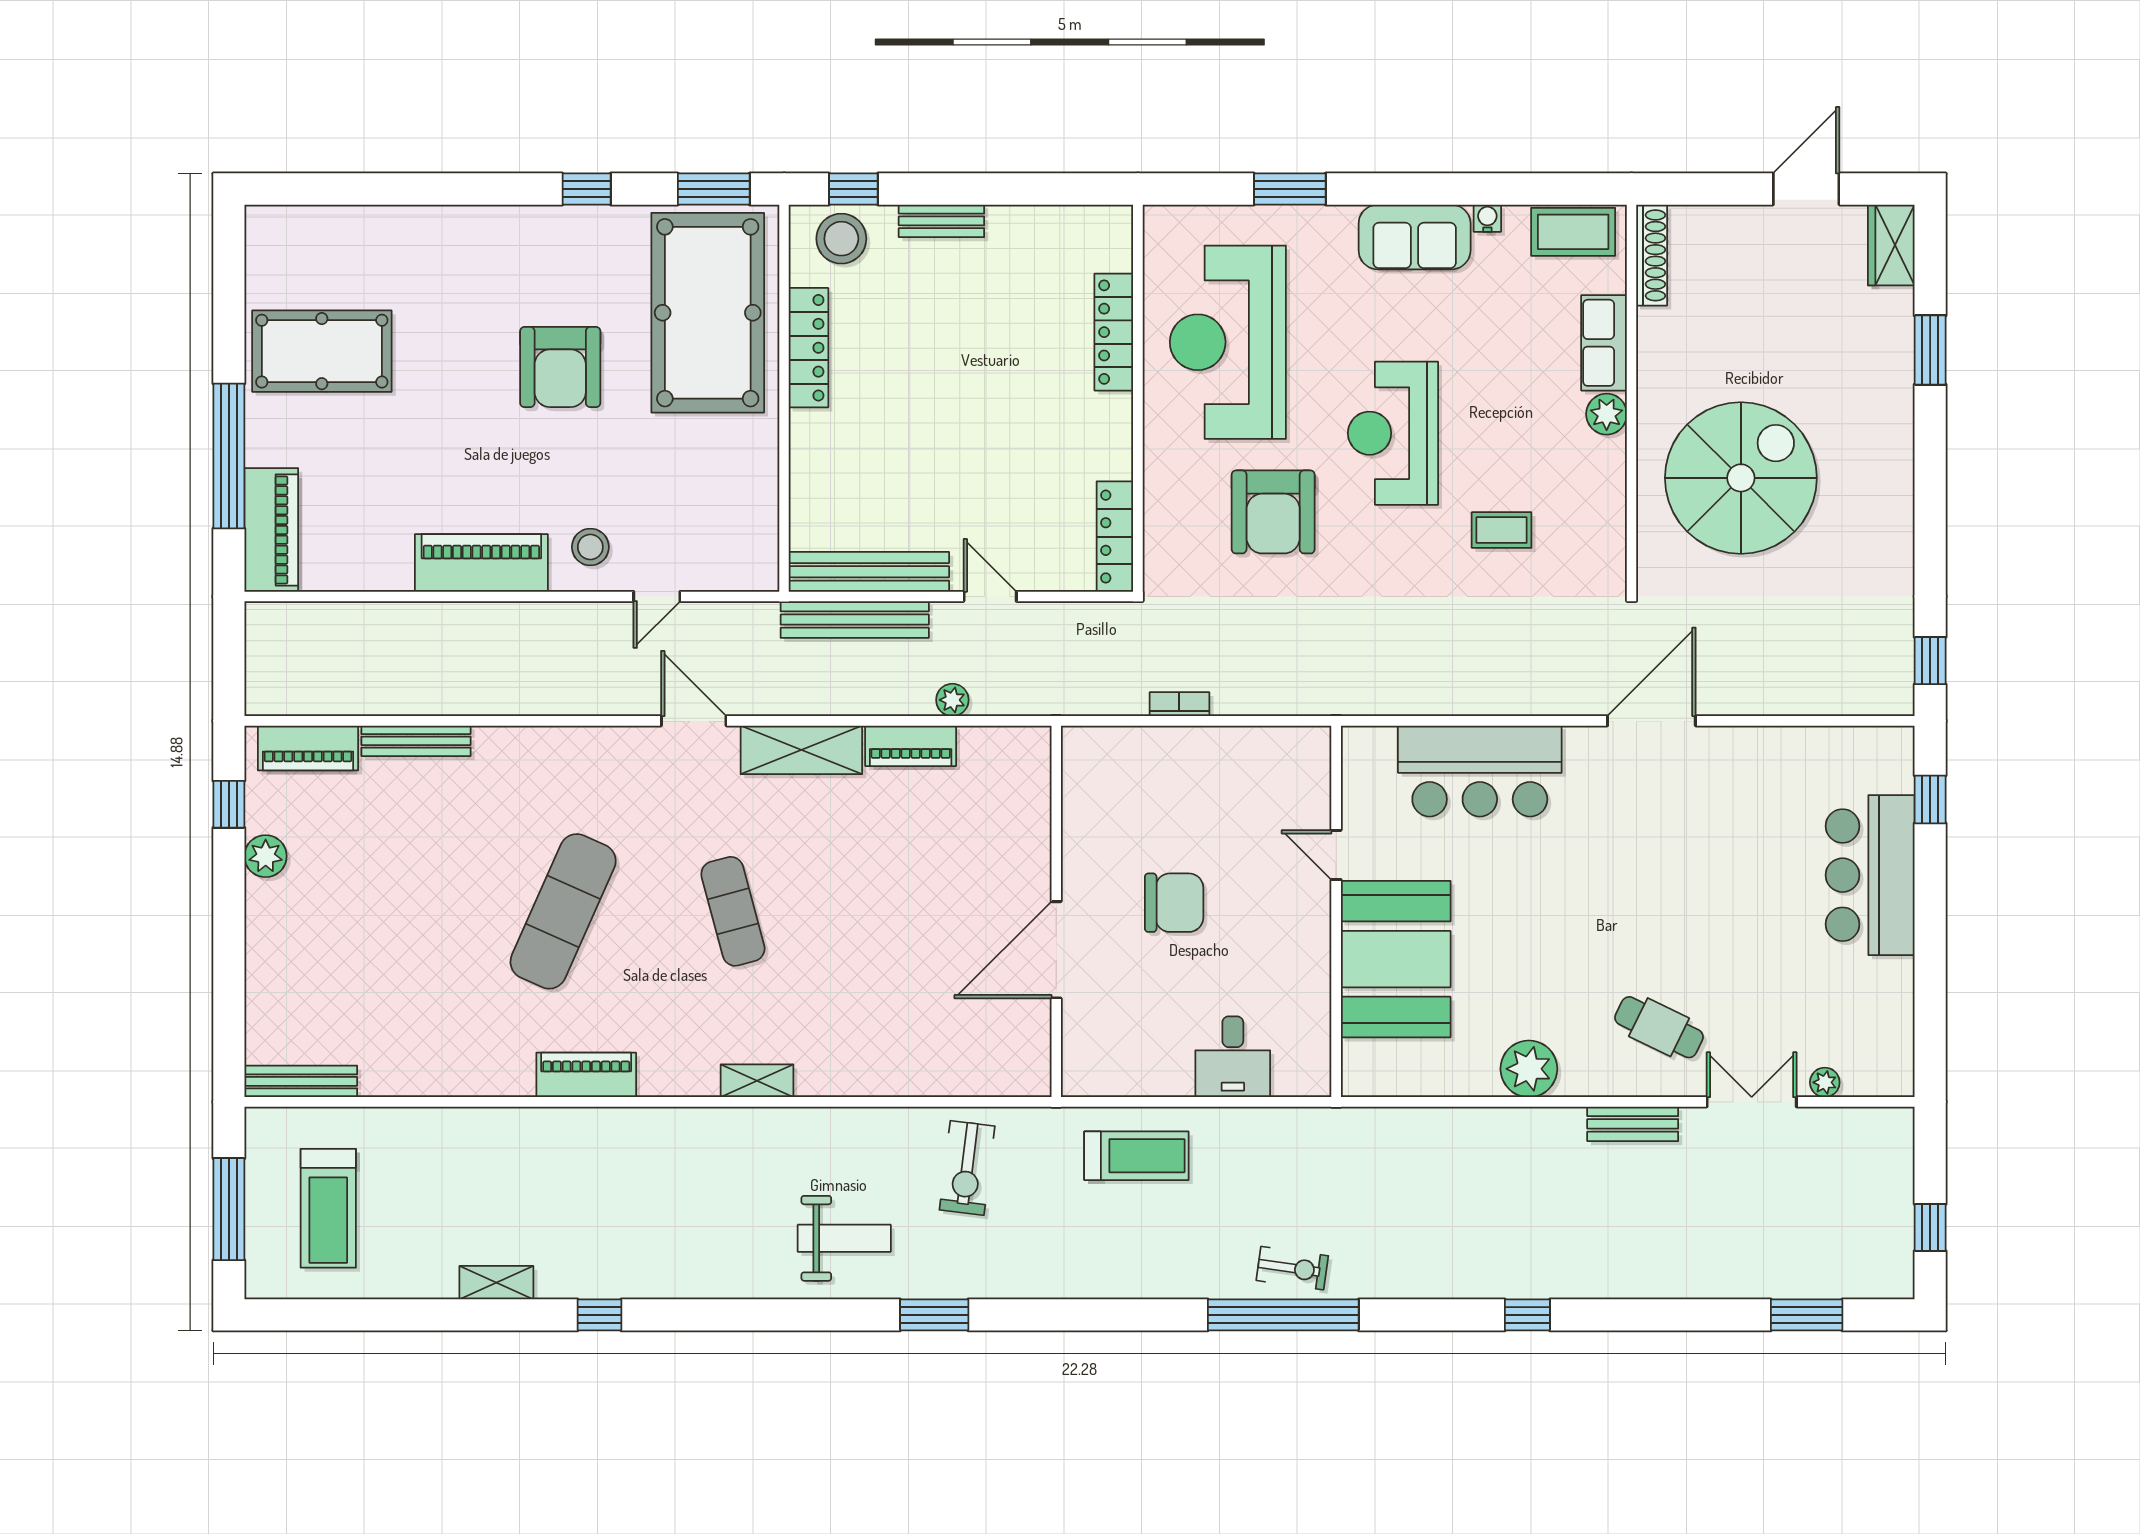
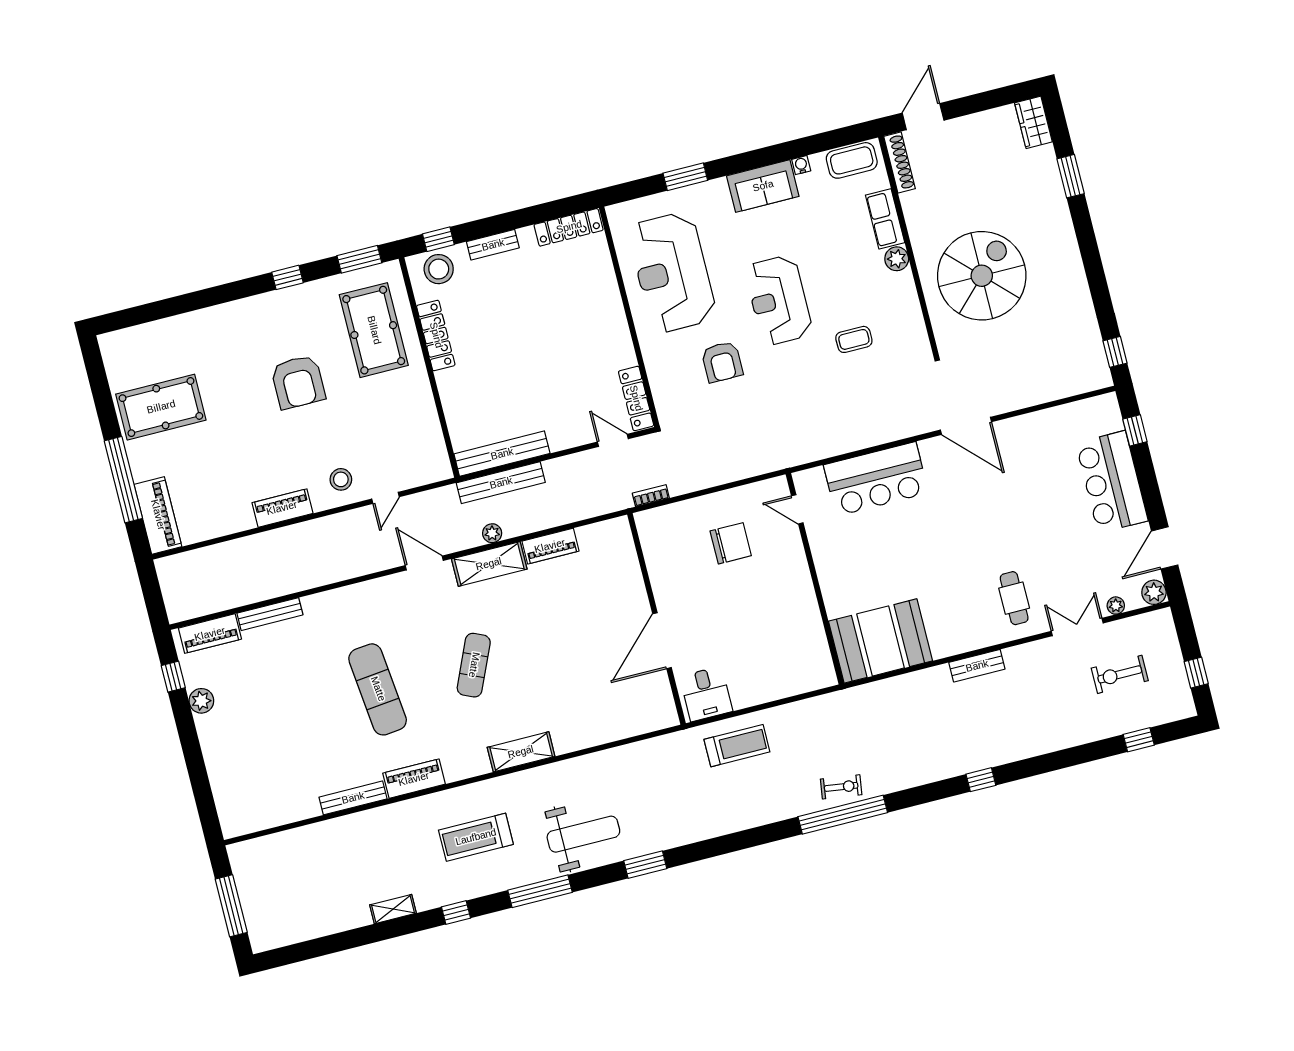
door: (1806, 189) -> (923, 117), moved
pool table: (708, 313) -> (374, 330), width x0.73, depth x0.76
locker: (1114, 332) -> (569, 227), moved, turned -90
armchair: (1273, 512) -> (722, 362), width x0.73, depth x0.73
piano: (481, 563) -> (282, 508), width x0.73, depth x0.75
door: (990, 596) -> (613, 440), moved
plant: (952, 700) -> (492, 533), moved
bookcase: (1179, 704) -> (651, 496), moved
door: (1651, 721) -> (966, 426), swing flipped
door: (1336, 855) -> (797, 509), moved
chair: (1174, 903) -> (731, 543), moved
exercise mat: (563, 911) -> (378, 689), turned -30
exercise mat: (733, 911) -> (474, 665), turned 39
booth: (1396, 959) -> (881, 641), moved, turned 90
door: (1930, 1007) -> (1165, 548), added
cafe table: (1659, 1027) -> (1014, 598), turned 64
desk: (1233, 1057) -> (706, 694), moved
plant: (1529, 1069) -> (1154, 592), moved, width x0.73, depth x0.73
bench: (301, 1081) -> (353, 798), moved
shelving: (757, 1081) -> (521, 752), width x1.50, depth x1.33
bench: (1633, 1124) -> (977, 666), moved
exercise bike: (967, 1168) -> (1120, 674), moved, turned 83
treadmill: (328, 1208) -> (476, 837), moved, turned 90
weight bench: (844, 1238) -> (583, 834), width x1.36, depth x1.33
window: (748, 1315) -> (540, 891), added
window: (1807, 1315) -> (1139, 740), width x0.67

